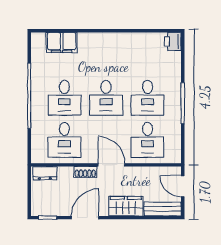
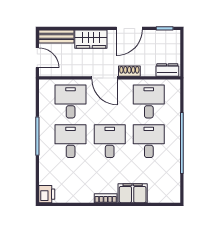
bookcase: (110, 37) -> (106, 198), added
filing cabinet: (62, 42) -> (133, 193), moved

